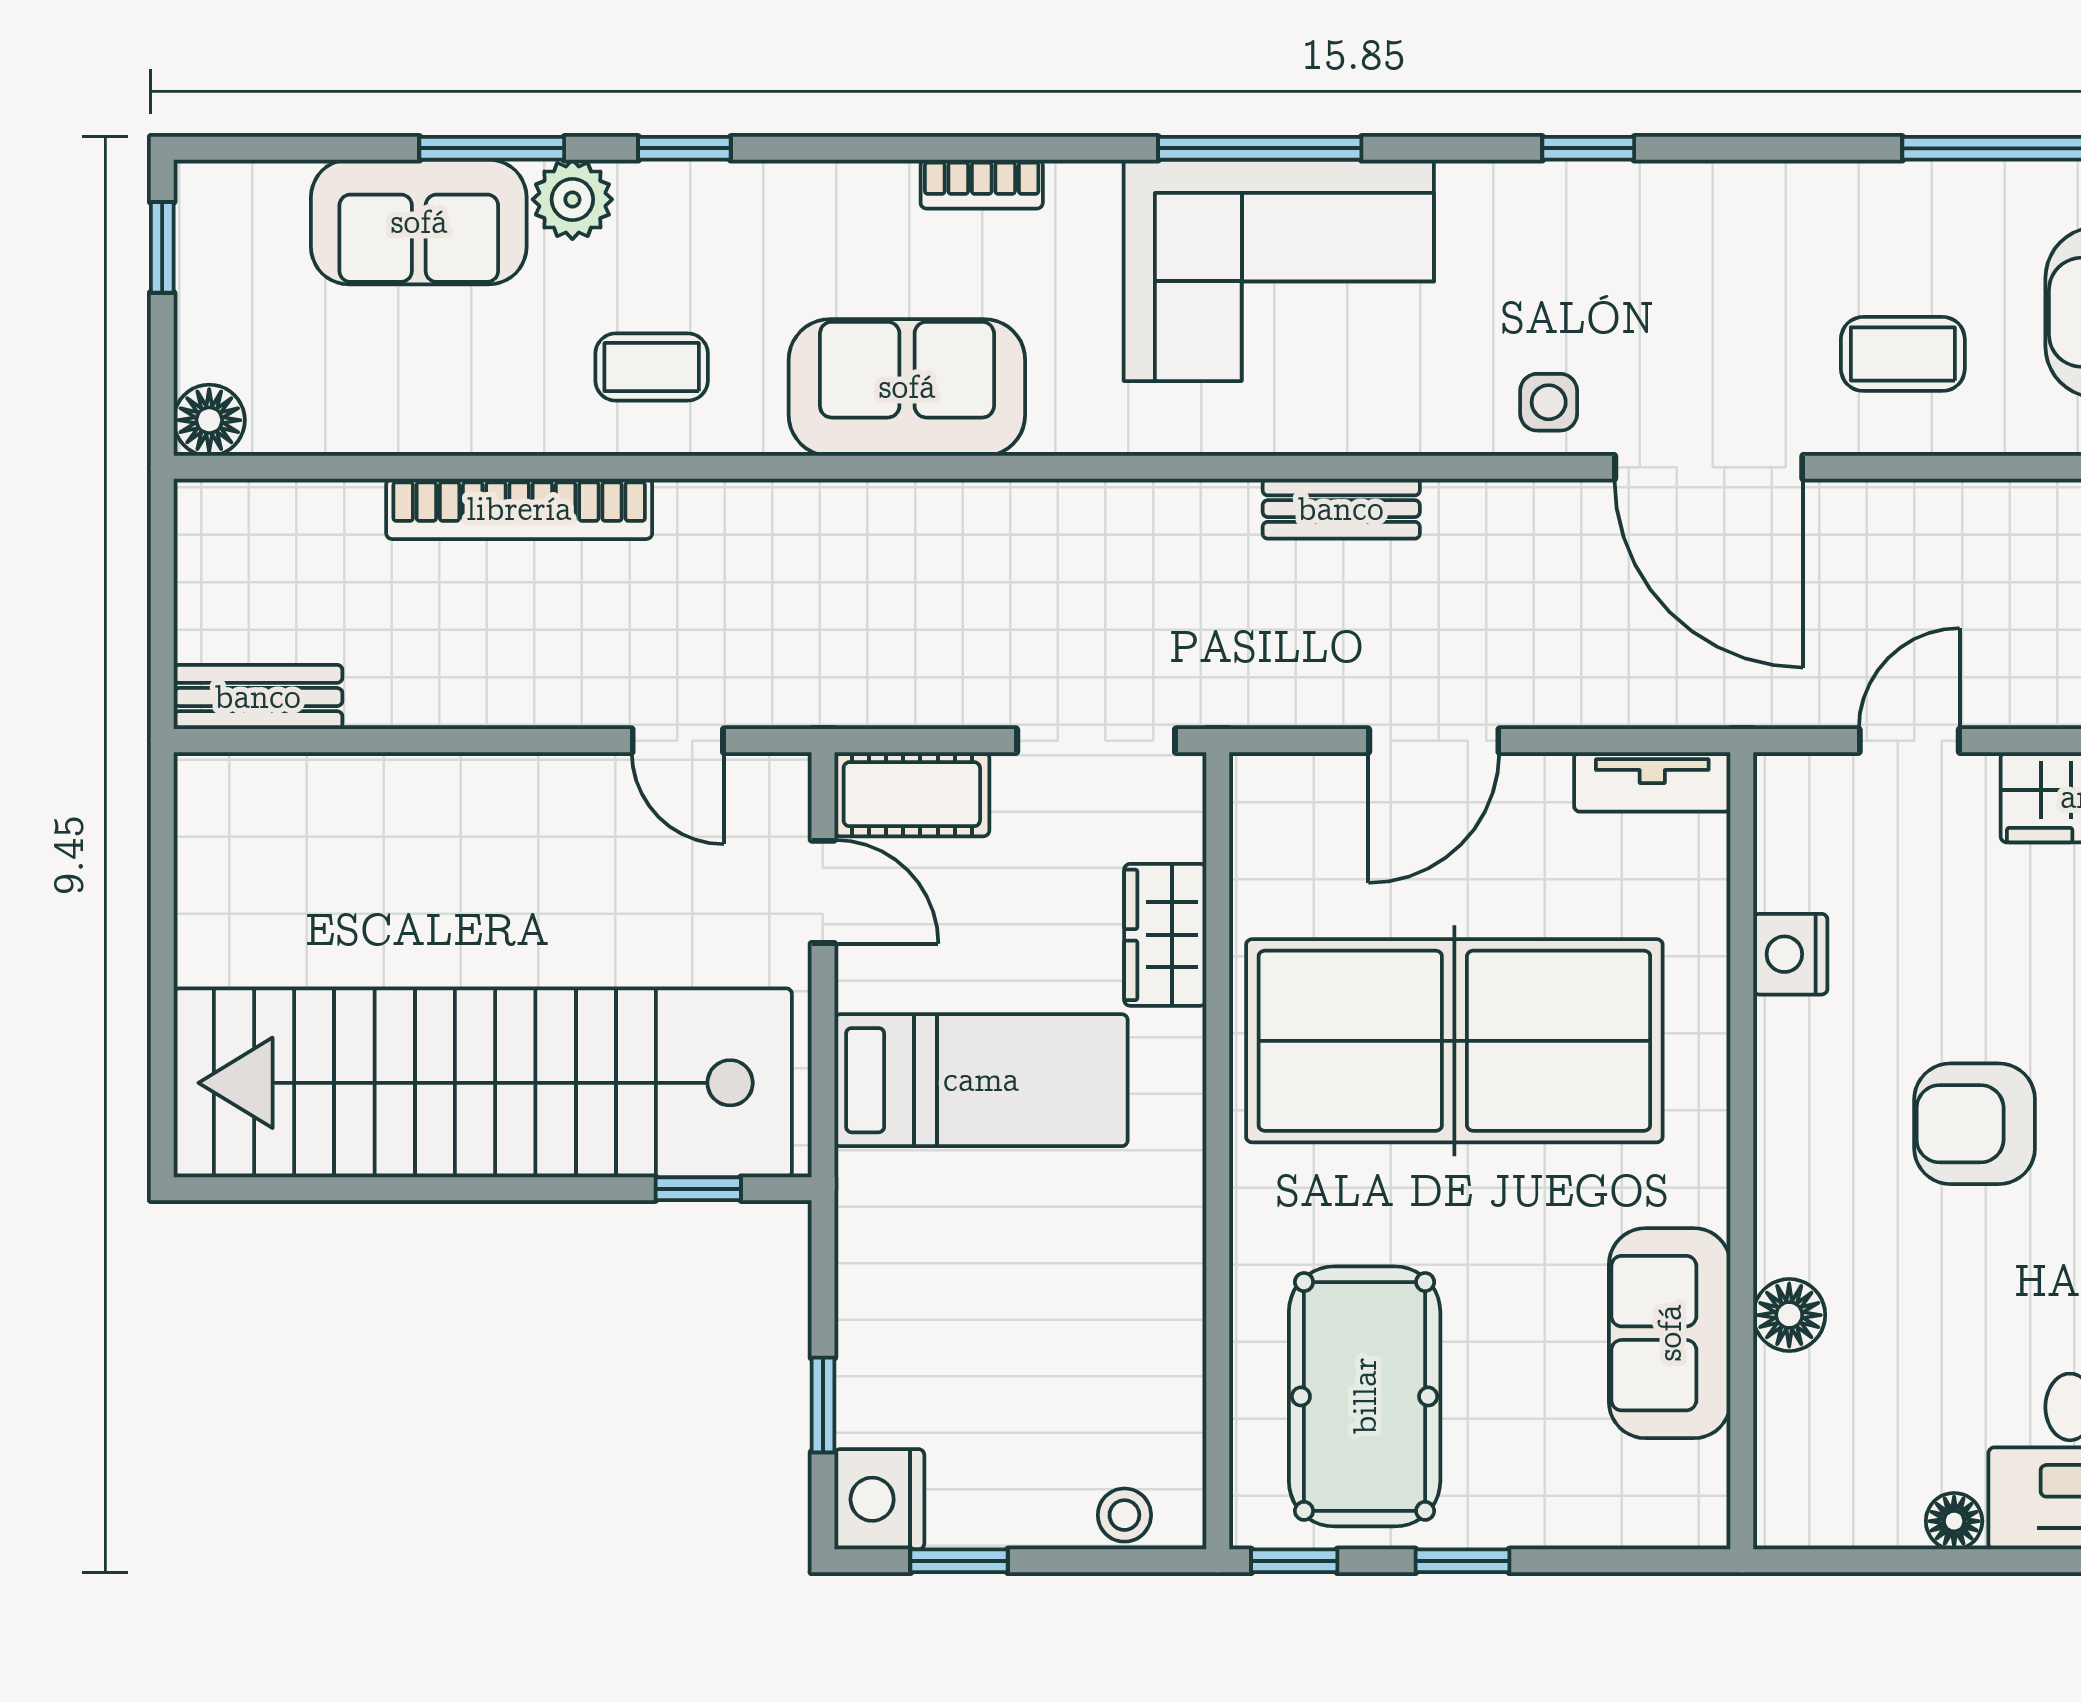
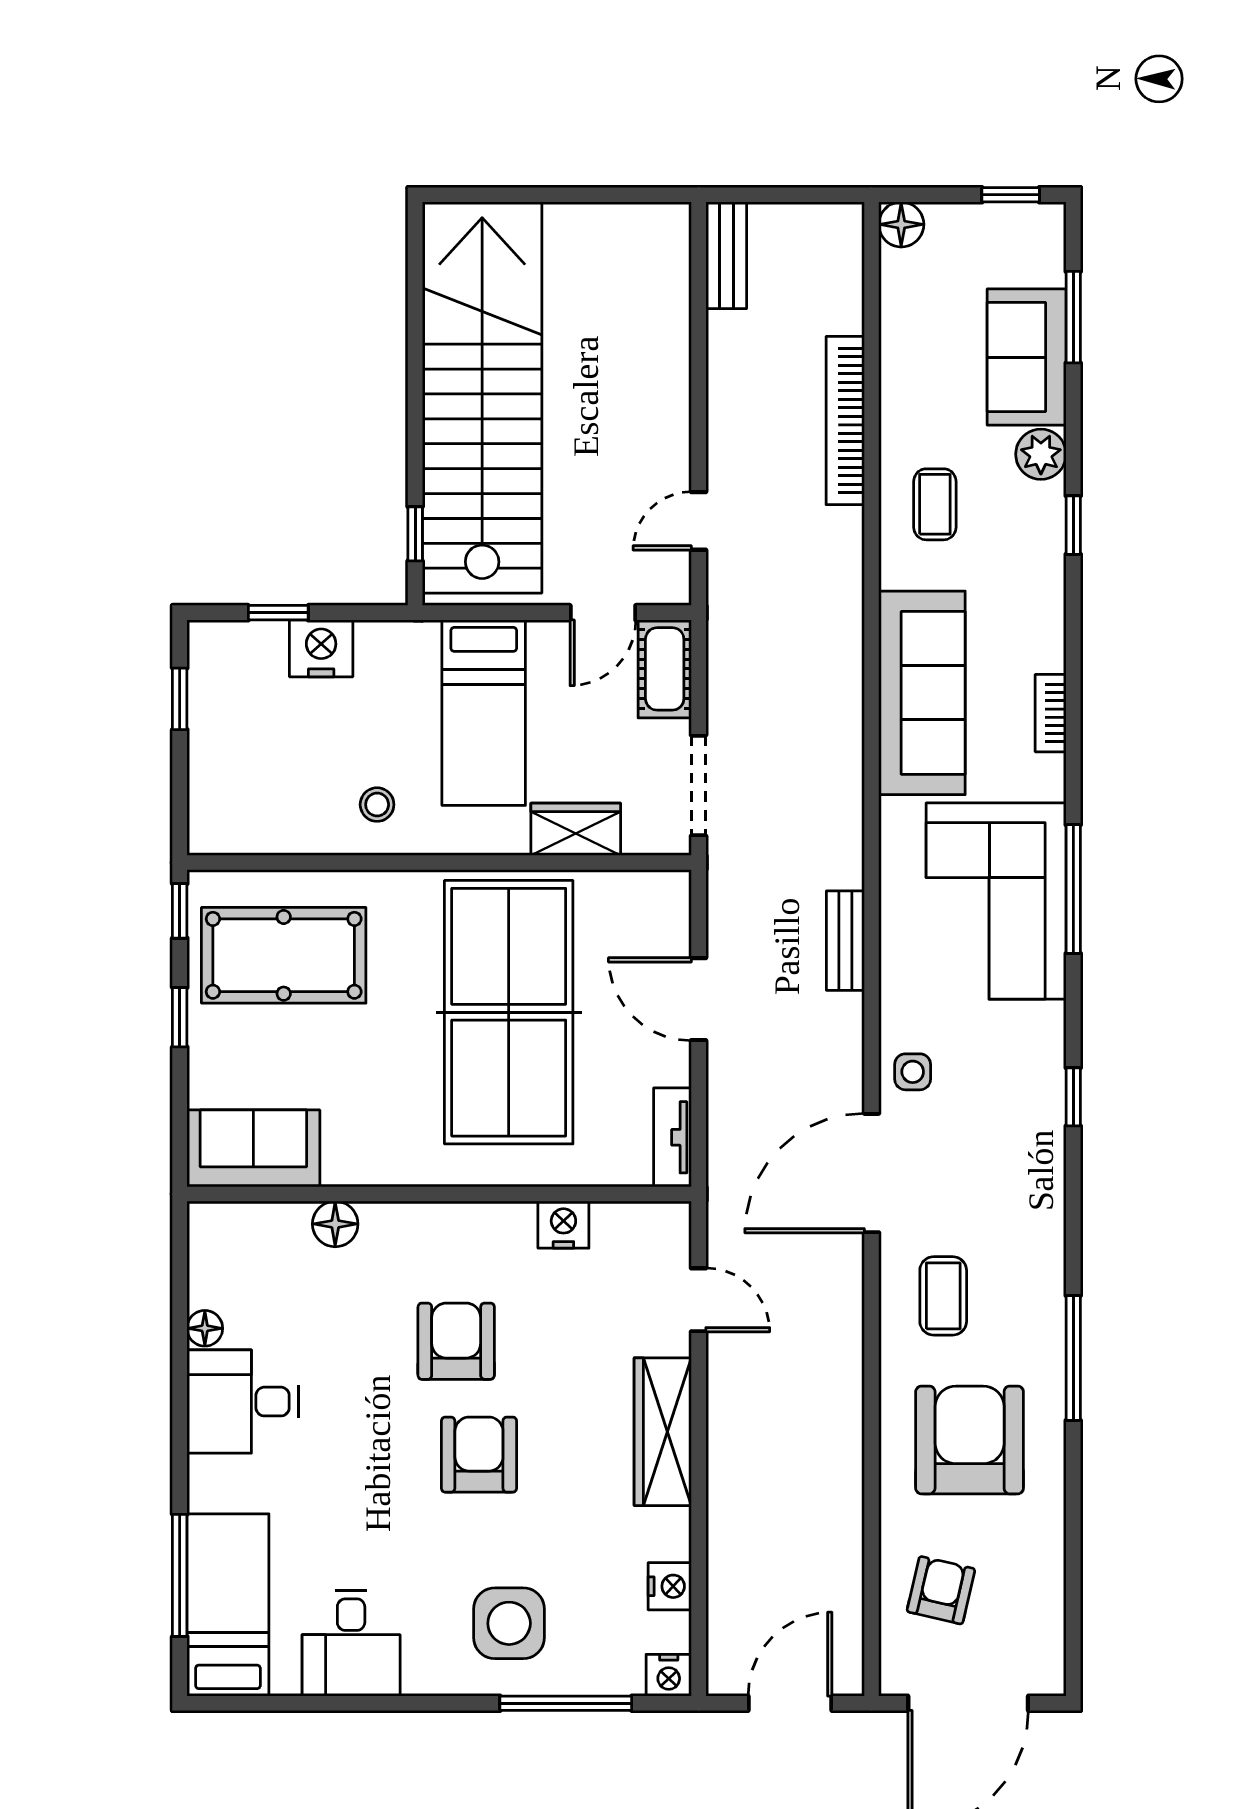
window: (492, 148) -> (1073, 317), moved
sofa: (907, 387) -> (922, 693), width x1.36
sofa: (1670, 1333) -> (253, 1148), moved
nightstand: (879, 1499) -> (321, 648), moved
stool: (1124, 1515) -> (377, 805), moved

